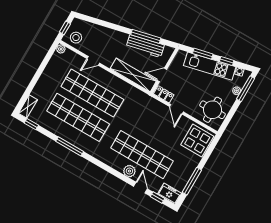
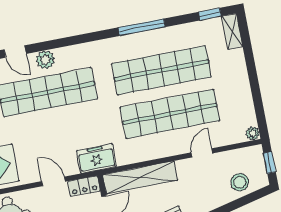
stool: (76, 38) -> (240, 182), moved
freezer: (146, 102) -> (96, 158), added

